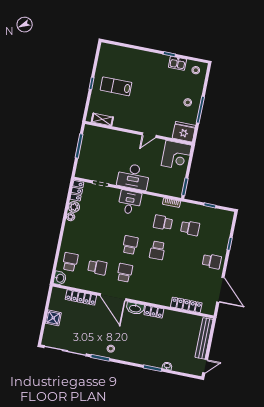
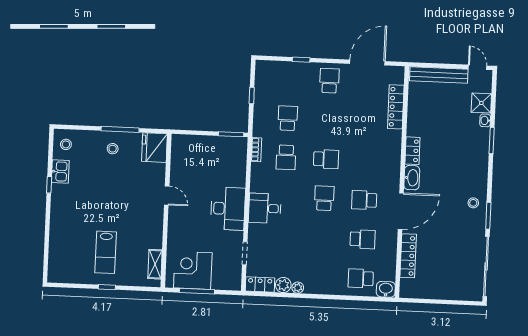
corner desk: (176, 155) -> (193, 270), moved, turned -90
school desk: (130, 245) -> (324, 198), turned 90
school desk: (97, 267) -> (362, 239), turned 90
shower: (53, 318) -> (481, 103), moved

